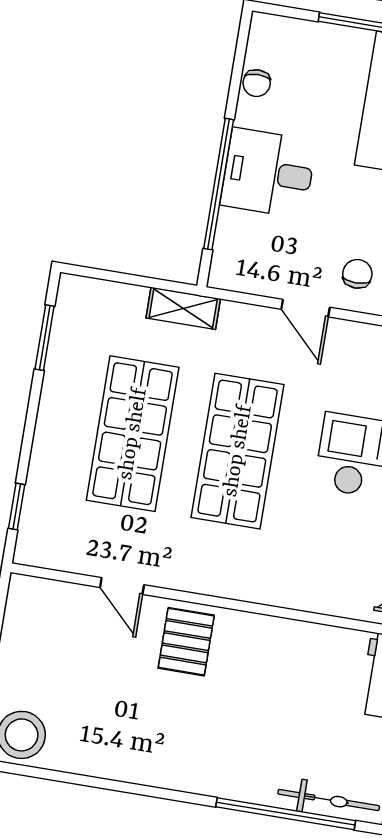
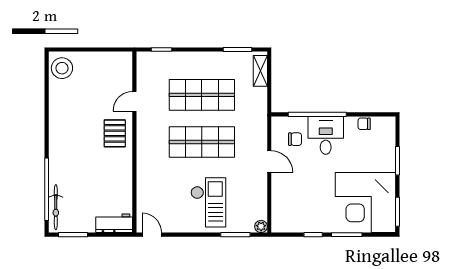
chair: (357, 274) -> (295, 139), moved
shelving: (183, 308) -> (260, 71), moved
door: (305, 308) -> (269, 161), swing flipped
pallet: (186, 642) -> (115, 133), turned 90

